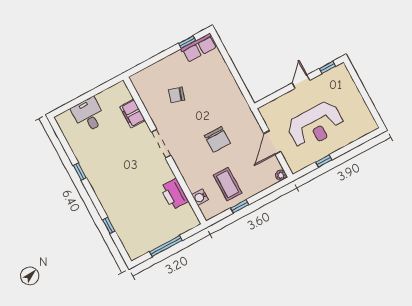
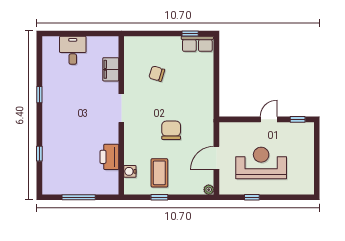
reception desk: (315, 125) -> (261, 163), turned 180
chair: (217, 139) -> (171, 130), turned 180

